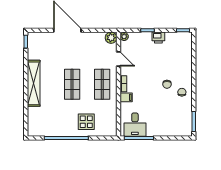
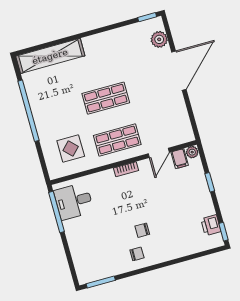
plant: (111, 38) -> (159, 39), moved
printer: (158, 38) -> (211, 225), moved
shelving: (34, 83) -> (50, 56), moved
filing cabinet: (126, 97) -> (180, 159), moved
display table: (86, 122) -> (71, 148), moved

